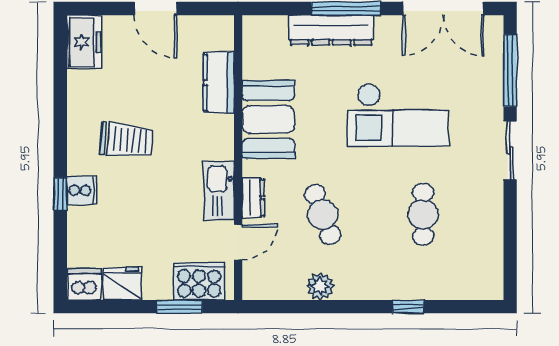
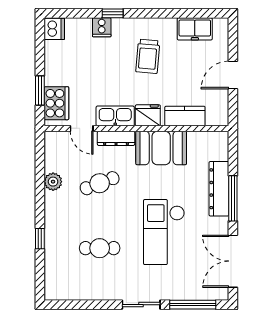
freezer: (84, 42) -> (195, 29), moved
cooker: (82, 190) -> (102, 27), moved
dresser: (253, 198) -> (116, 138), width x1.44
fridge: (122, 284) -> (148, 115), moved, turned -90

